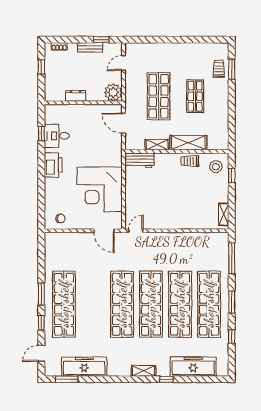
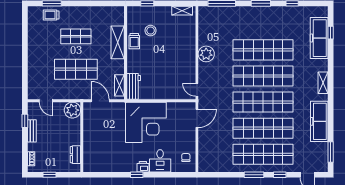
dresser: (76, 96) -> (75, 155), moved
door: (124, 123) -> (100, 101), swing flipped
window: (41, 134) -> (137, 175), moved
desk: (57, 136) -> (160, 161), moved
shelving: (157, 145) -> (119, 85), moved
printer: (53, 165) -> (143, 167), width x0.53, depth x0.68
stool: (216, 167) -> (151, 31), moved
corner desk: (100, 189) -> (146, 122), moved
plant: (176, 241) -> (206, 54), added
shop shelf: (209, 304) -> (263, 128), moved
freezer: (84, 367) -> (319, 121), moved
window: (167, 379) -> (331, 33), moved

